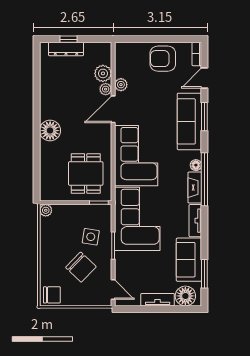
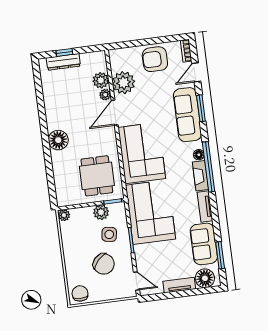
plant: (121, 85) -> (124, 83), width x1.88, depth x1.88
plant: (85, 212) -> (101, 212), added
chair: (52, 295) -> (80, 293), turned -90

